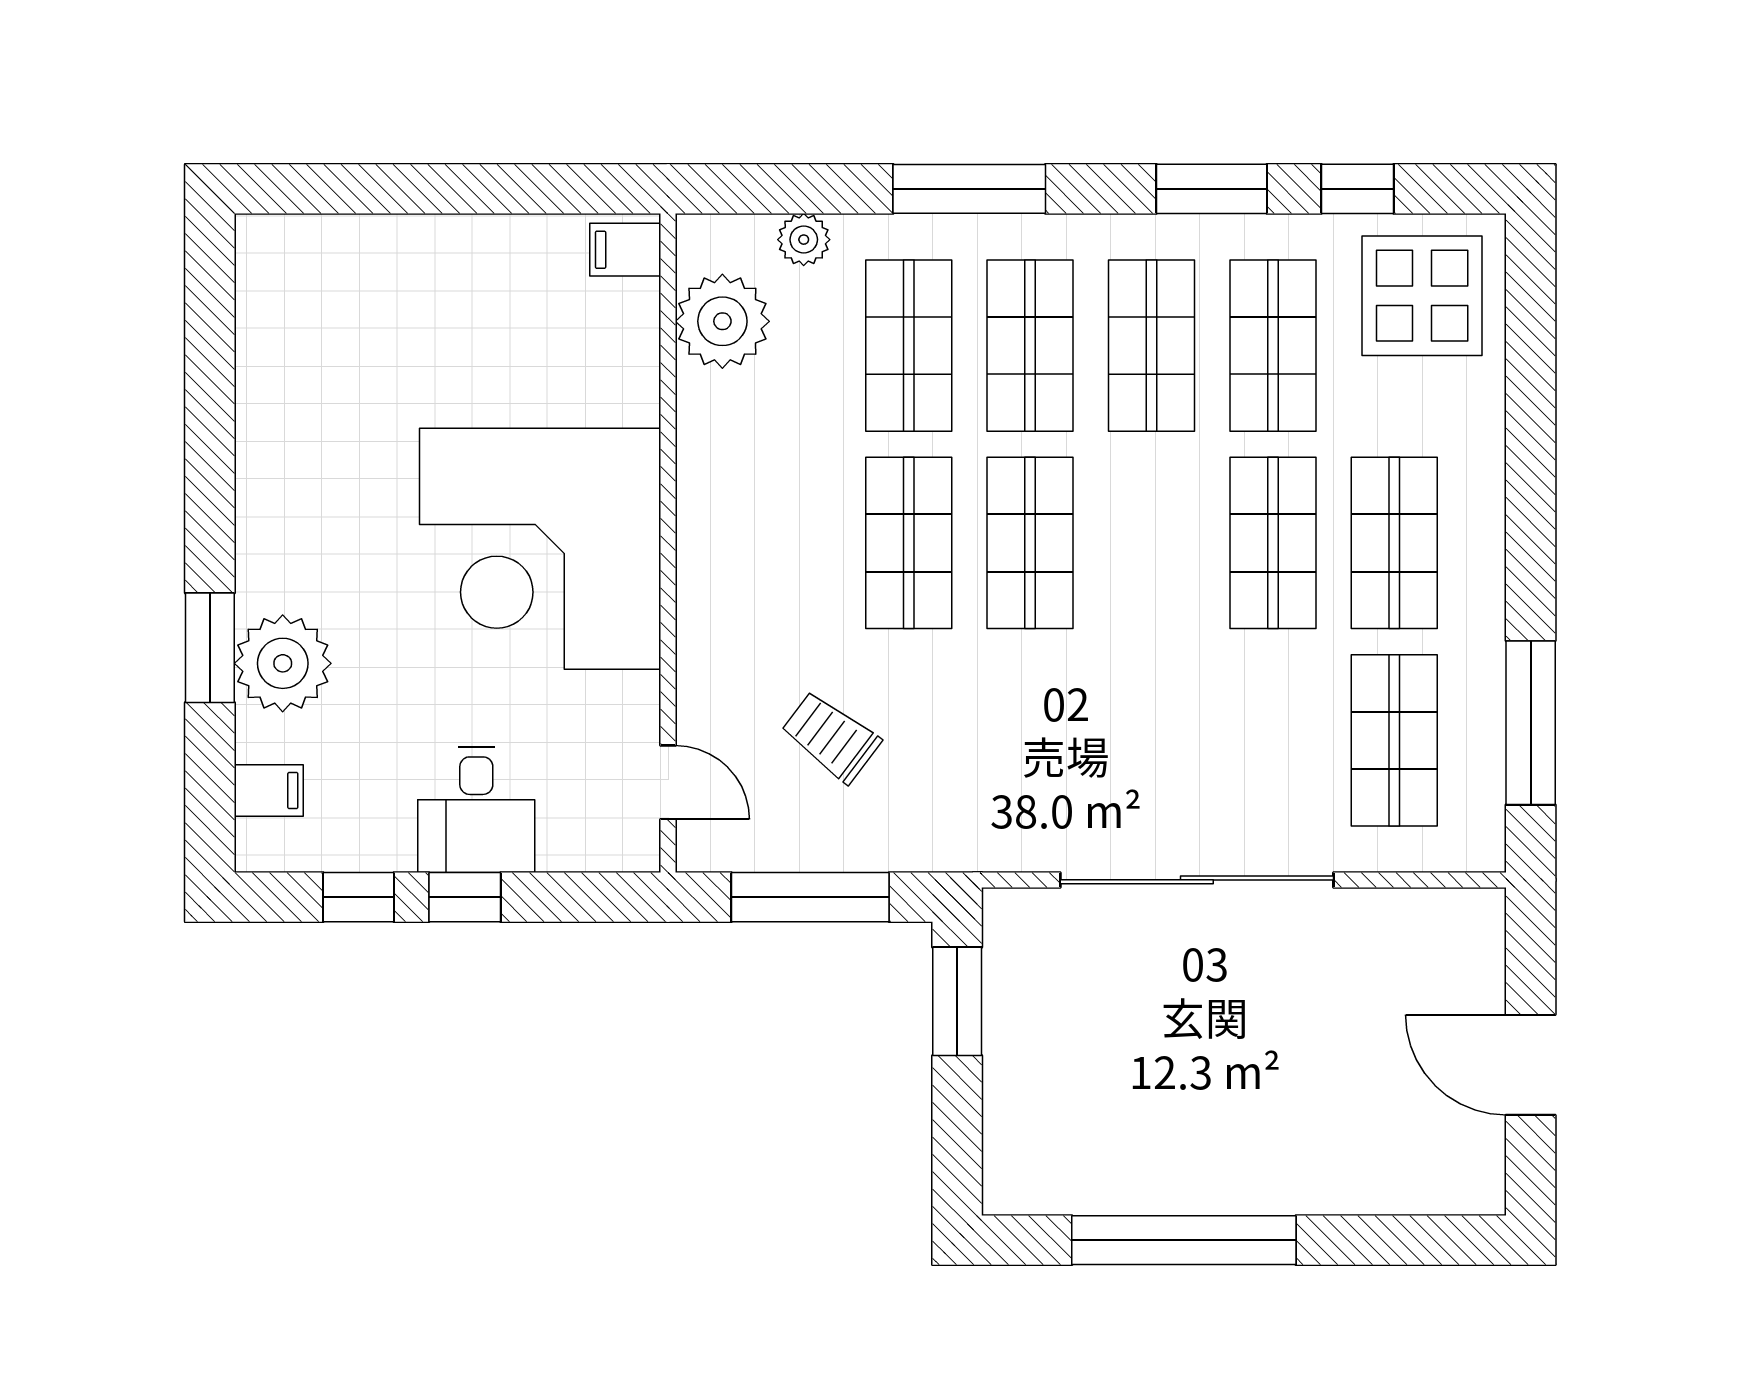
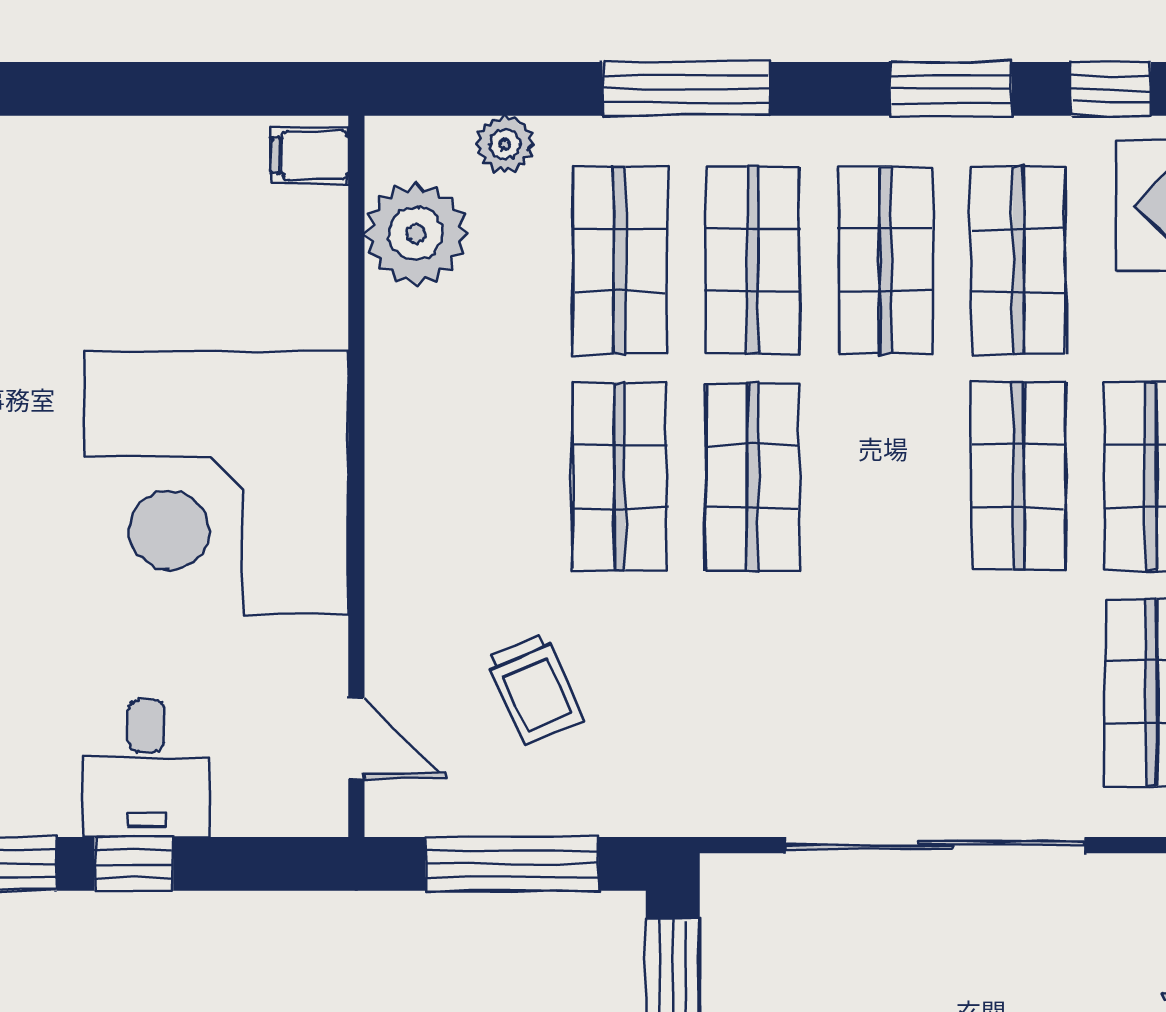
trolley: (831, 737) -> (535, 689), turned -151

